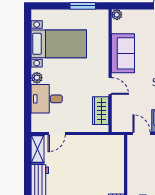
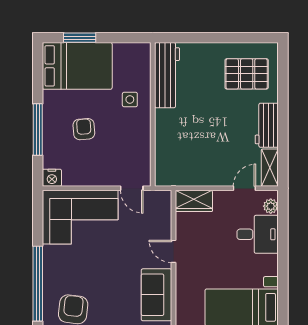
plant: (37, 78) -> (271, 206), moved
wardrobe: (101, 111) -> (194, 201), moved, turned 90

